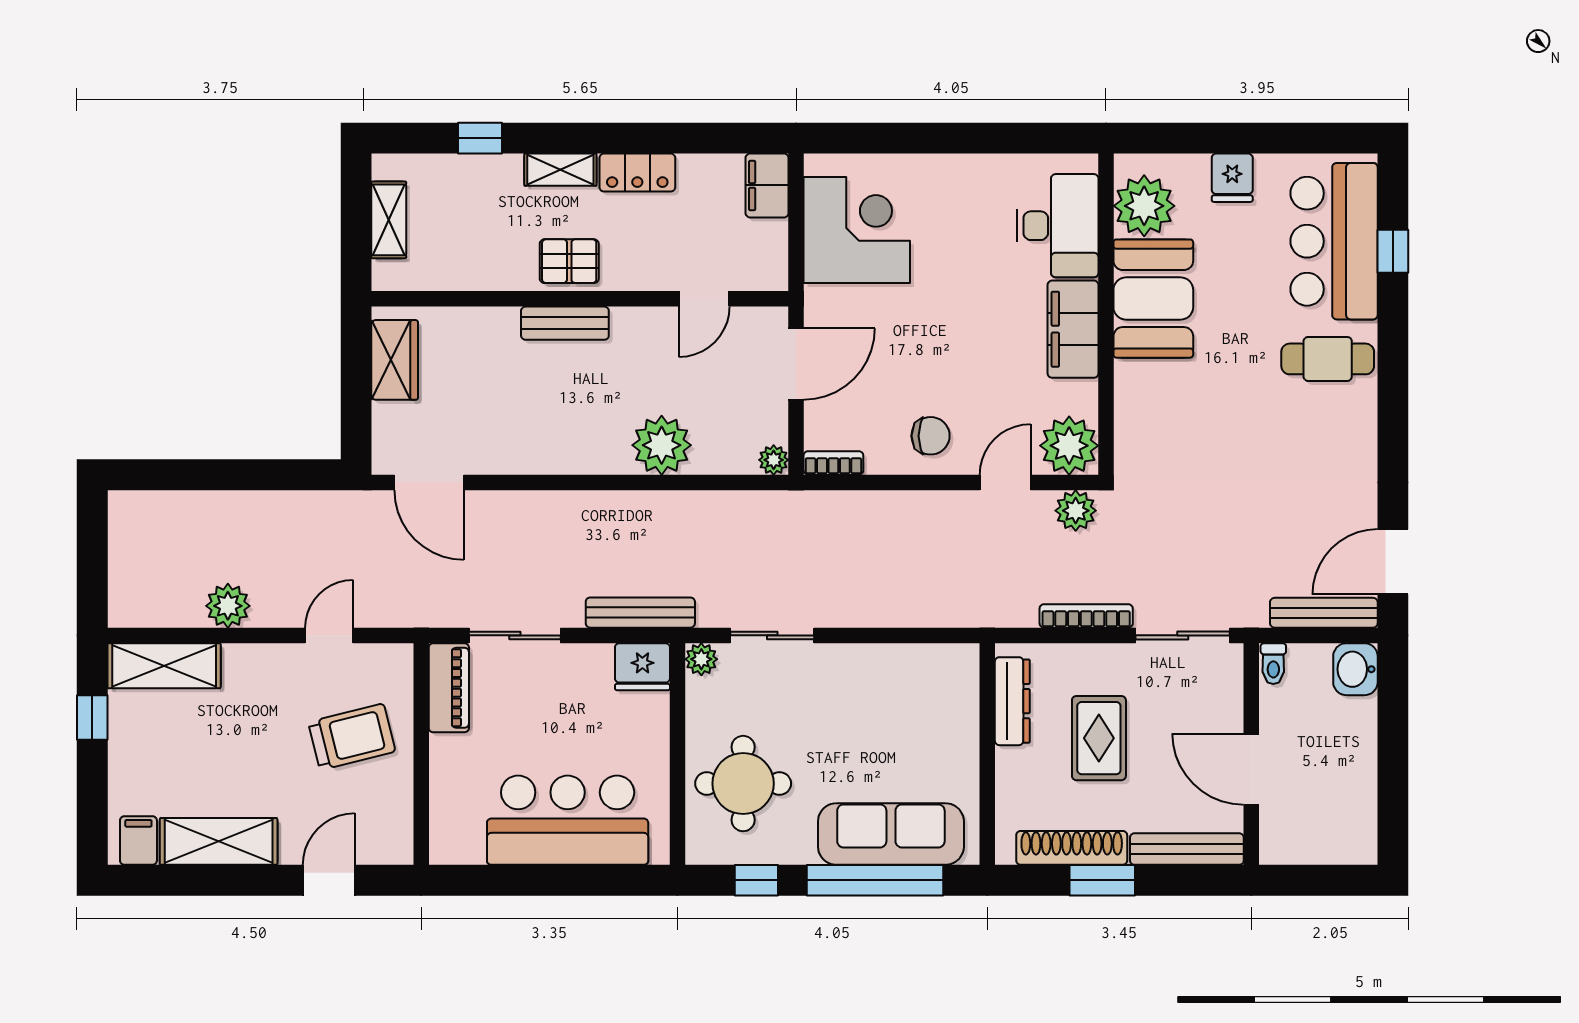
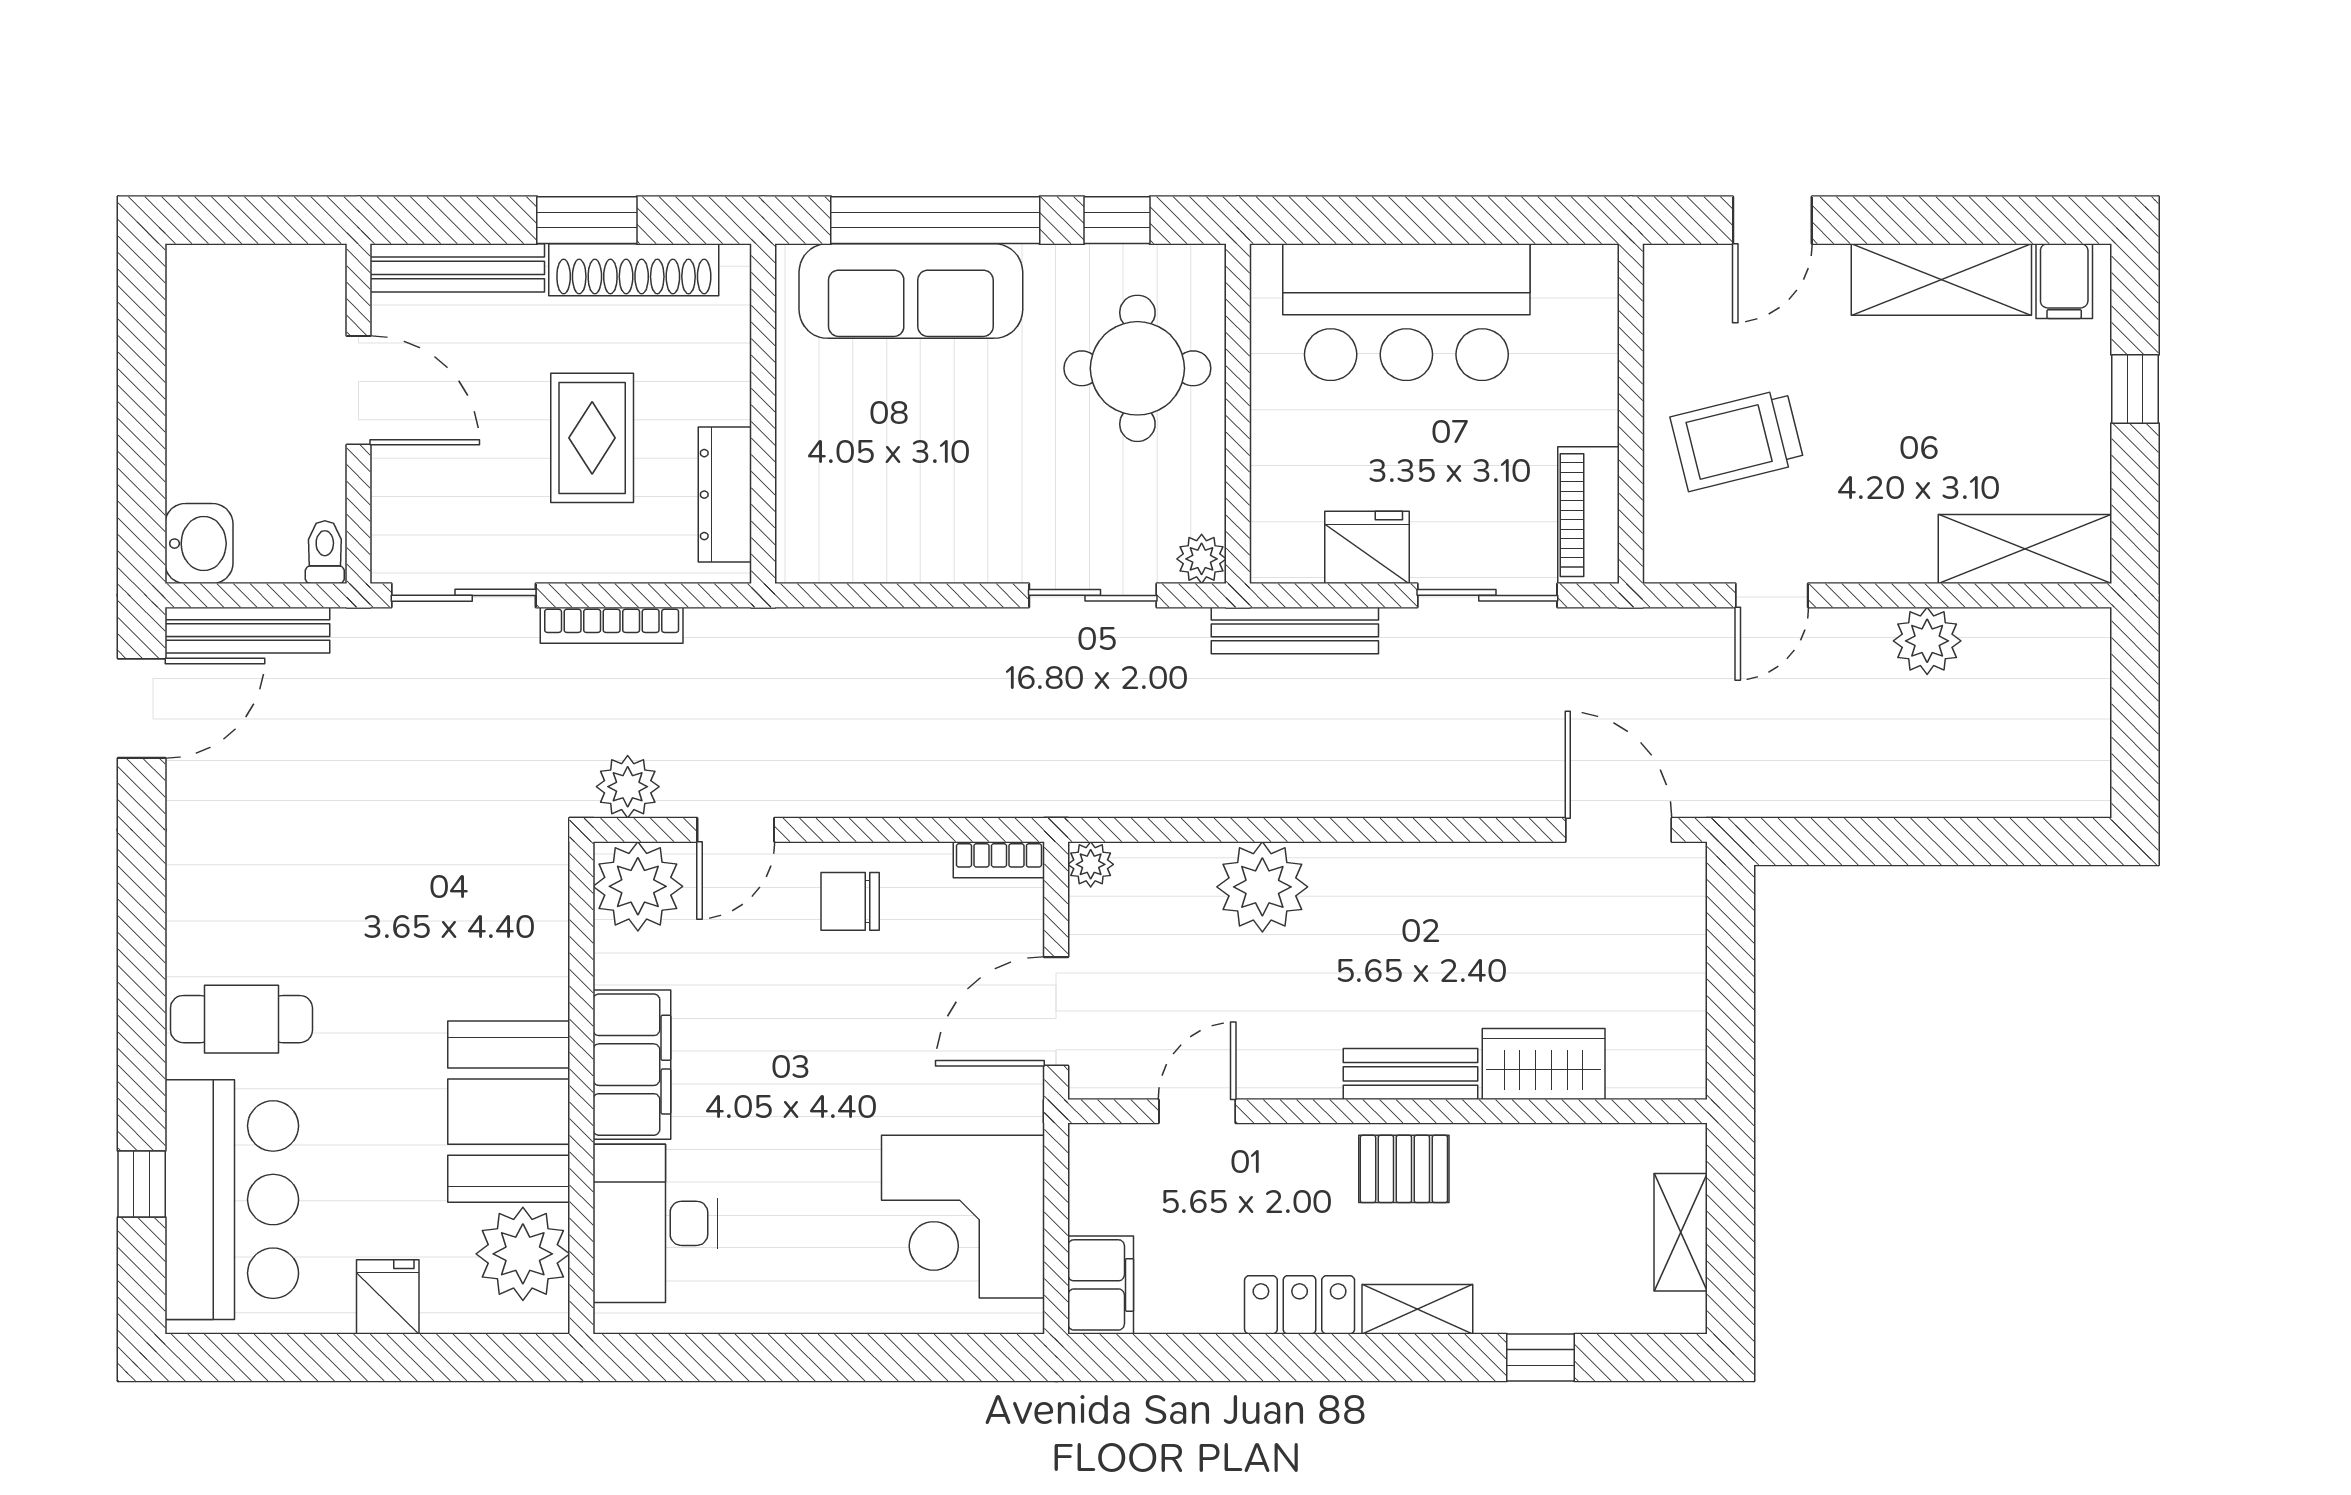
wardrobe: (395, 360) -> (1544, 1064), moved, turned 90
fridge: (642, 667) -> (1367, 547), moved
window: (92, 718) -> (2135, 389), moved

